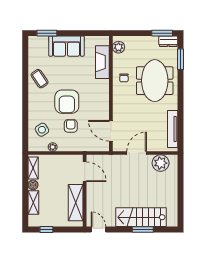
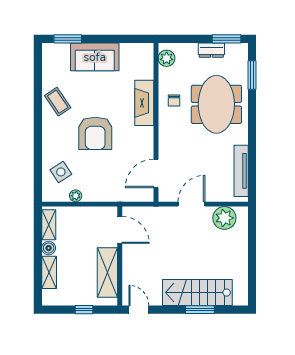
dresser: (168, 41) -> (211, 50), moved
fireplace: (102, 62) -> (144, 103), moved
armchair: (71, 126) -> (101, 167), removed
door: (111, 131) -> (156, 174), hinge flipped
window: (46, 230) -> (84, 310), moved

